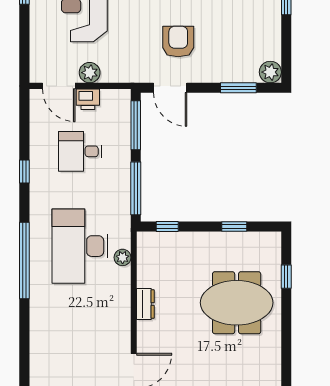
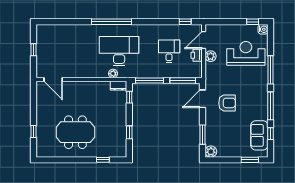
window: (24, 172) -> (185, 22), moved
meeting table: (237, 303) -> (75, 132), moved, turned 90
dresser: (145, 304) -> (119, 86), moved

